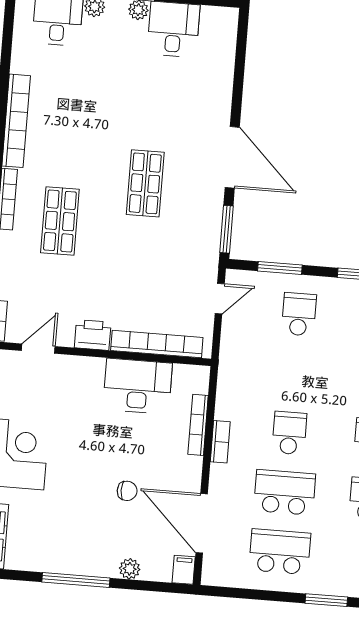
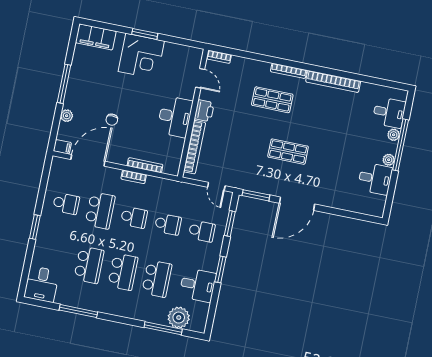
school desk: (294, 374) -> (168, 224), added
desk: (138, 386) -> (175, 117), moved
school desk: (280, 552) -> (66, 204), width x0.54

